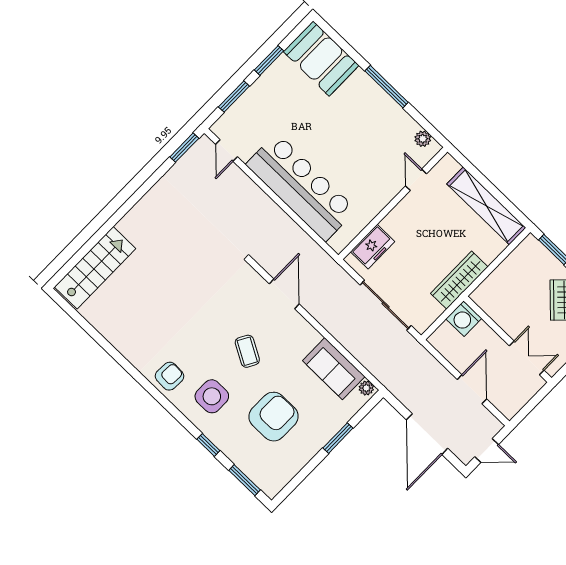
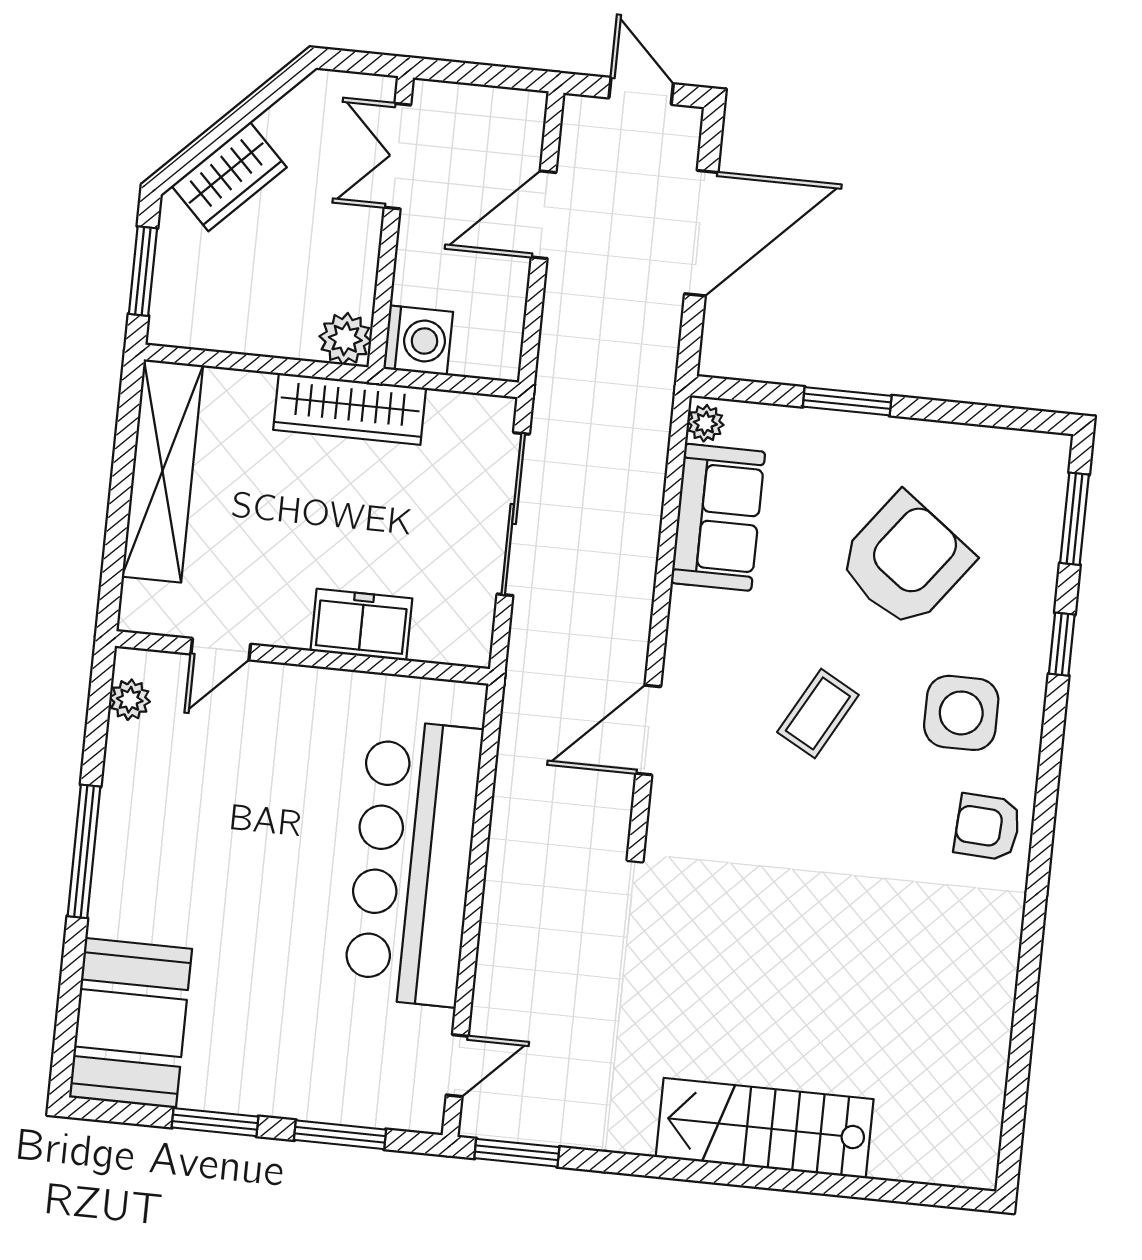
freezer: (373, 247) -> (361, 625), moved
stairs: (95, 268) -> (765, 1128), moved
plant: (482, 296) -> (345, 339), added
armchair: (274, 417) -> (905, 561), turned 127

